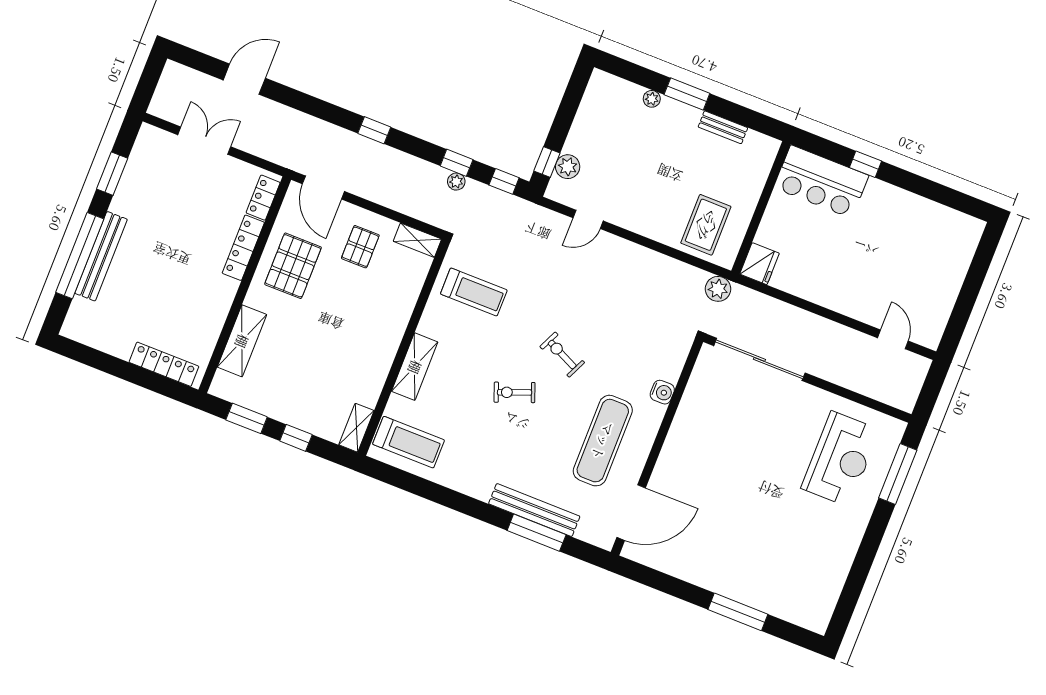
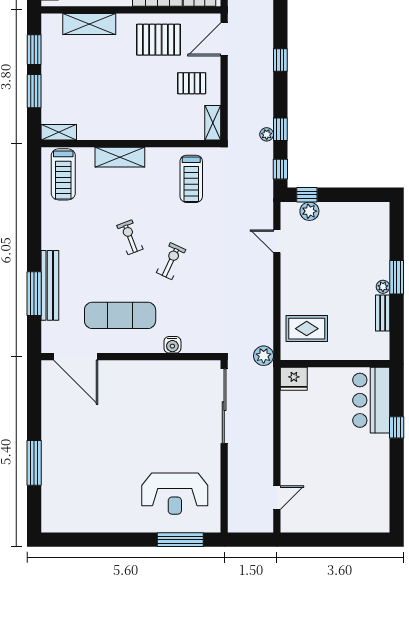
plant: (652, 99) -> (383, 287), moved
window: (296, 438) -> (34, 91), width x1.50

